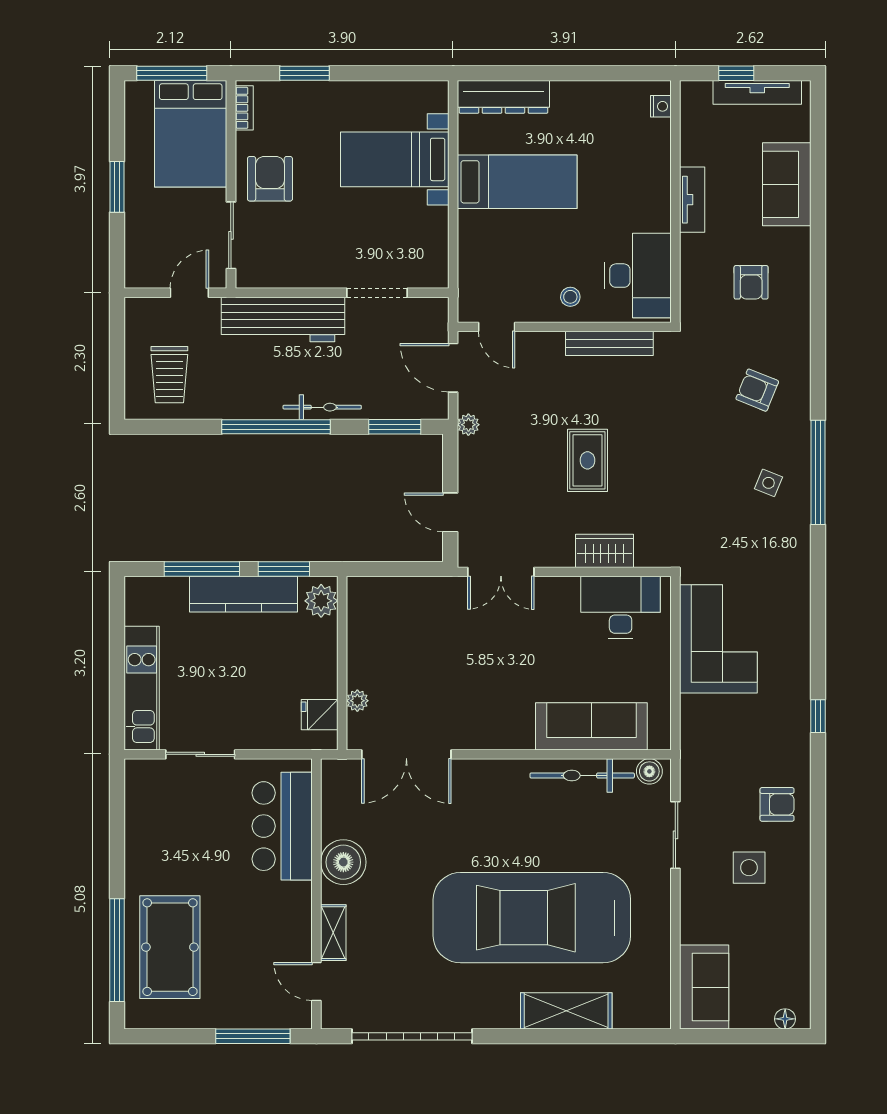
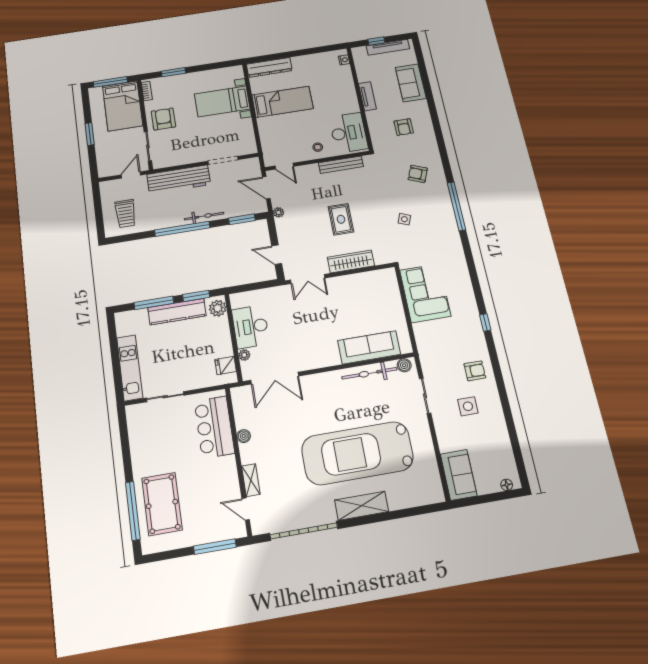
side table: (769, 483) -> (404, 219), moved
wardrobe: (605, 551) -> (351, 261), width x1.50
desk: (621, 607) -> (251, 327), moved, turned -90
boiler: (343, 862) -> (244, 436), width x0.54, depth x0.54
shelving: (566, 1011) -> (361, 506), moved

